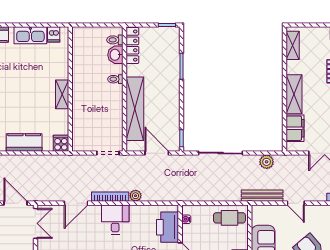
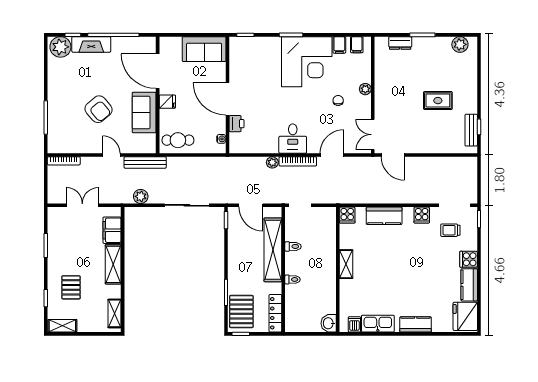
toilet: (115, 40) -> (293, 246), moved
pallet: (166, 47) -> (241, 312), added
washbasin: (115, 55) -> (329, 323), moved, turned 180
printer: (168, 227) -> (237, 124), width x0.53, depth x0.68

